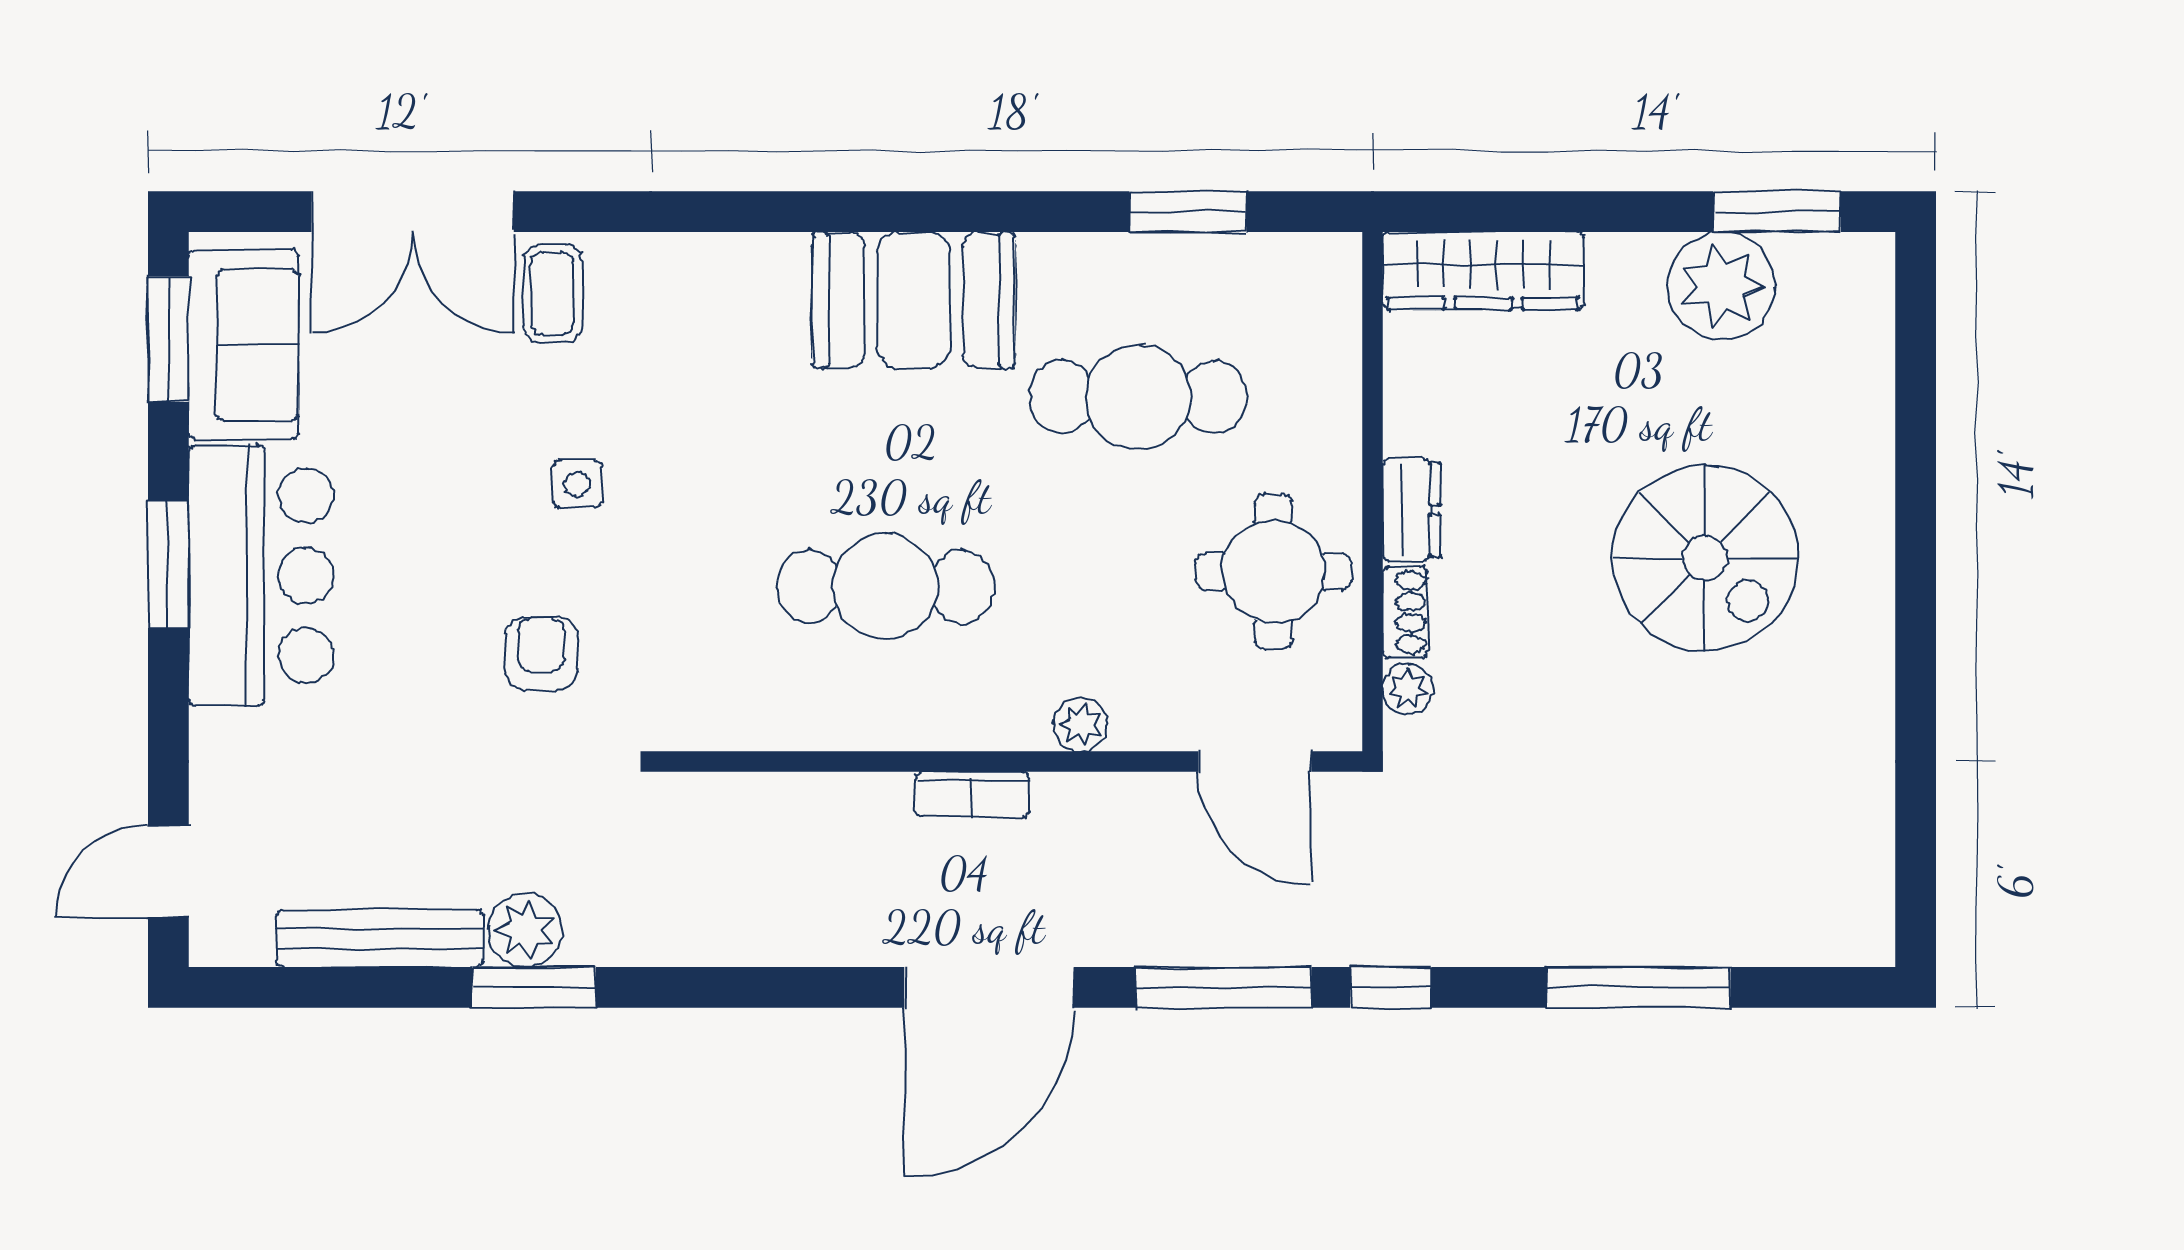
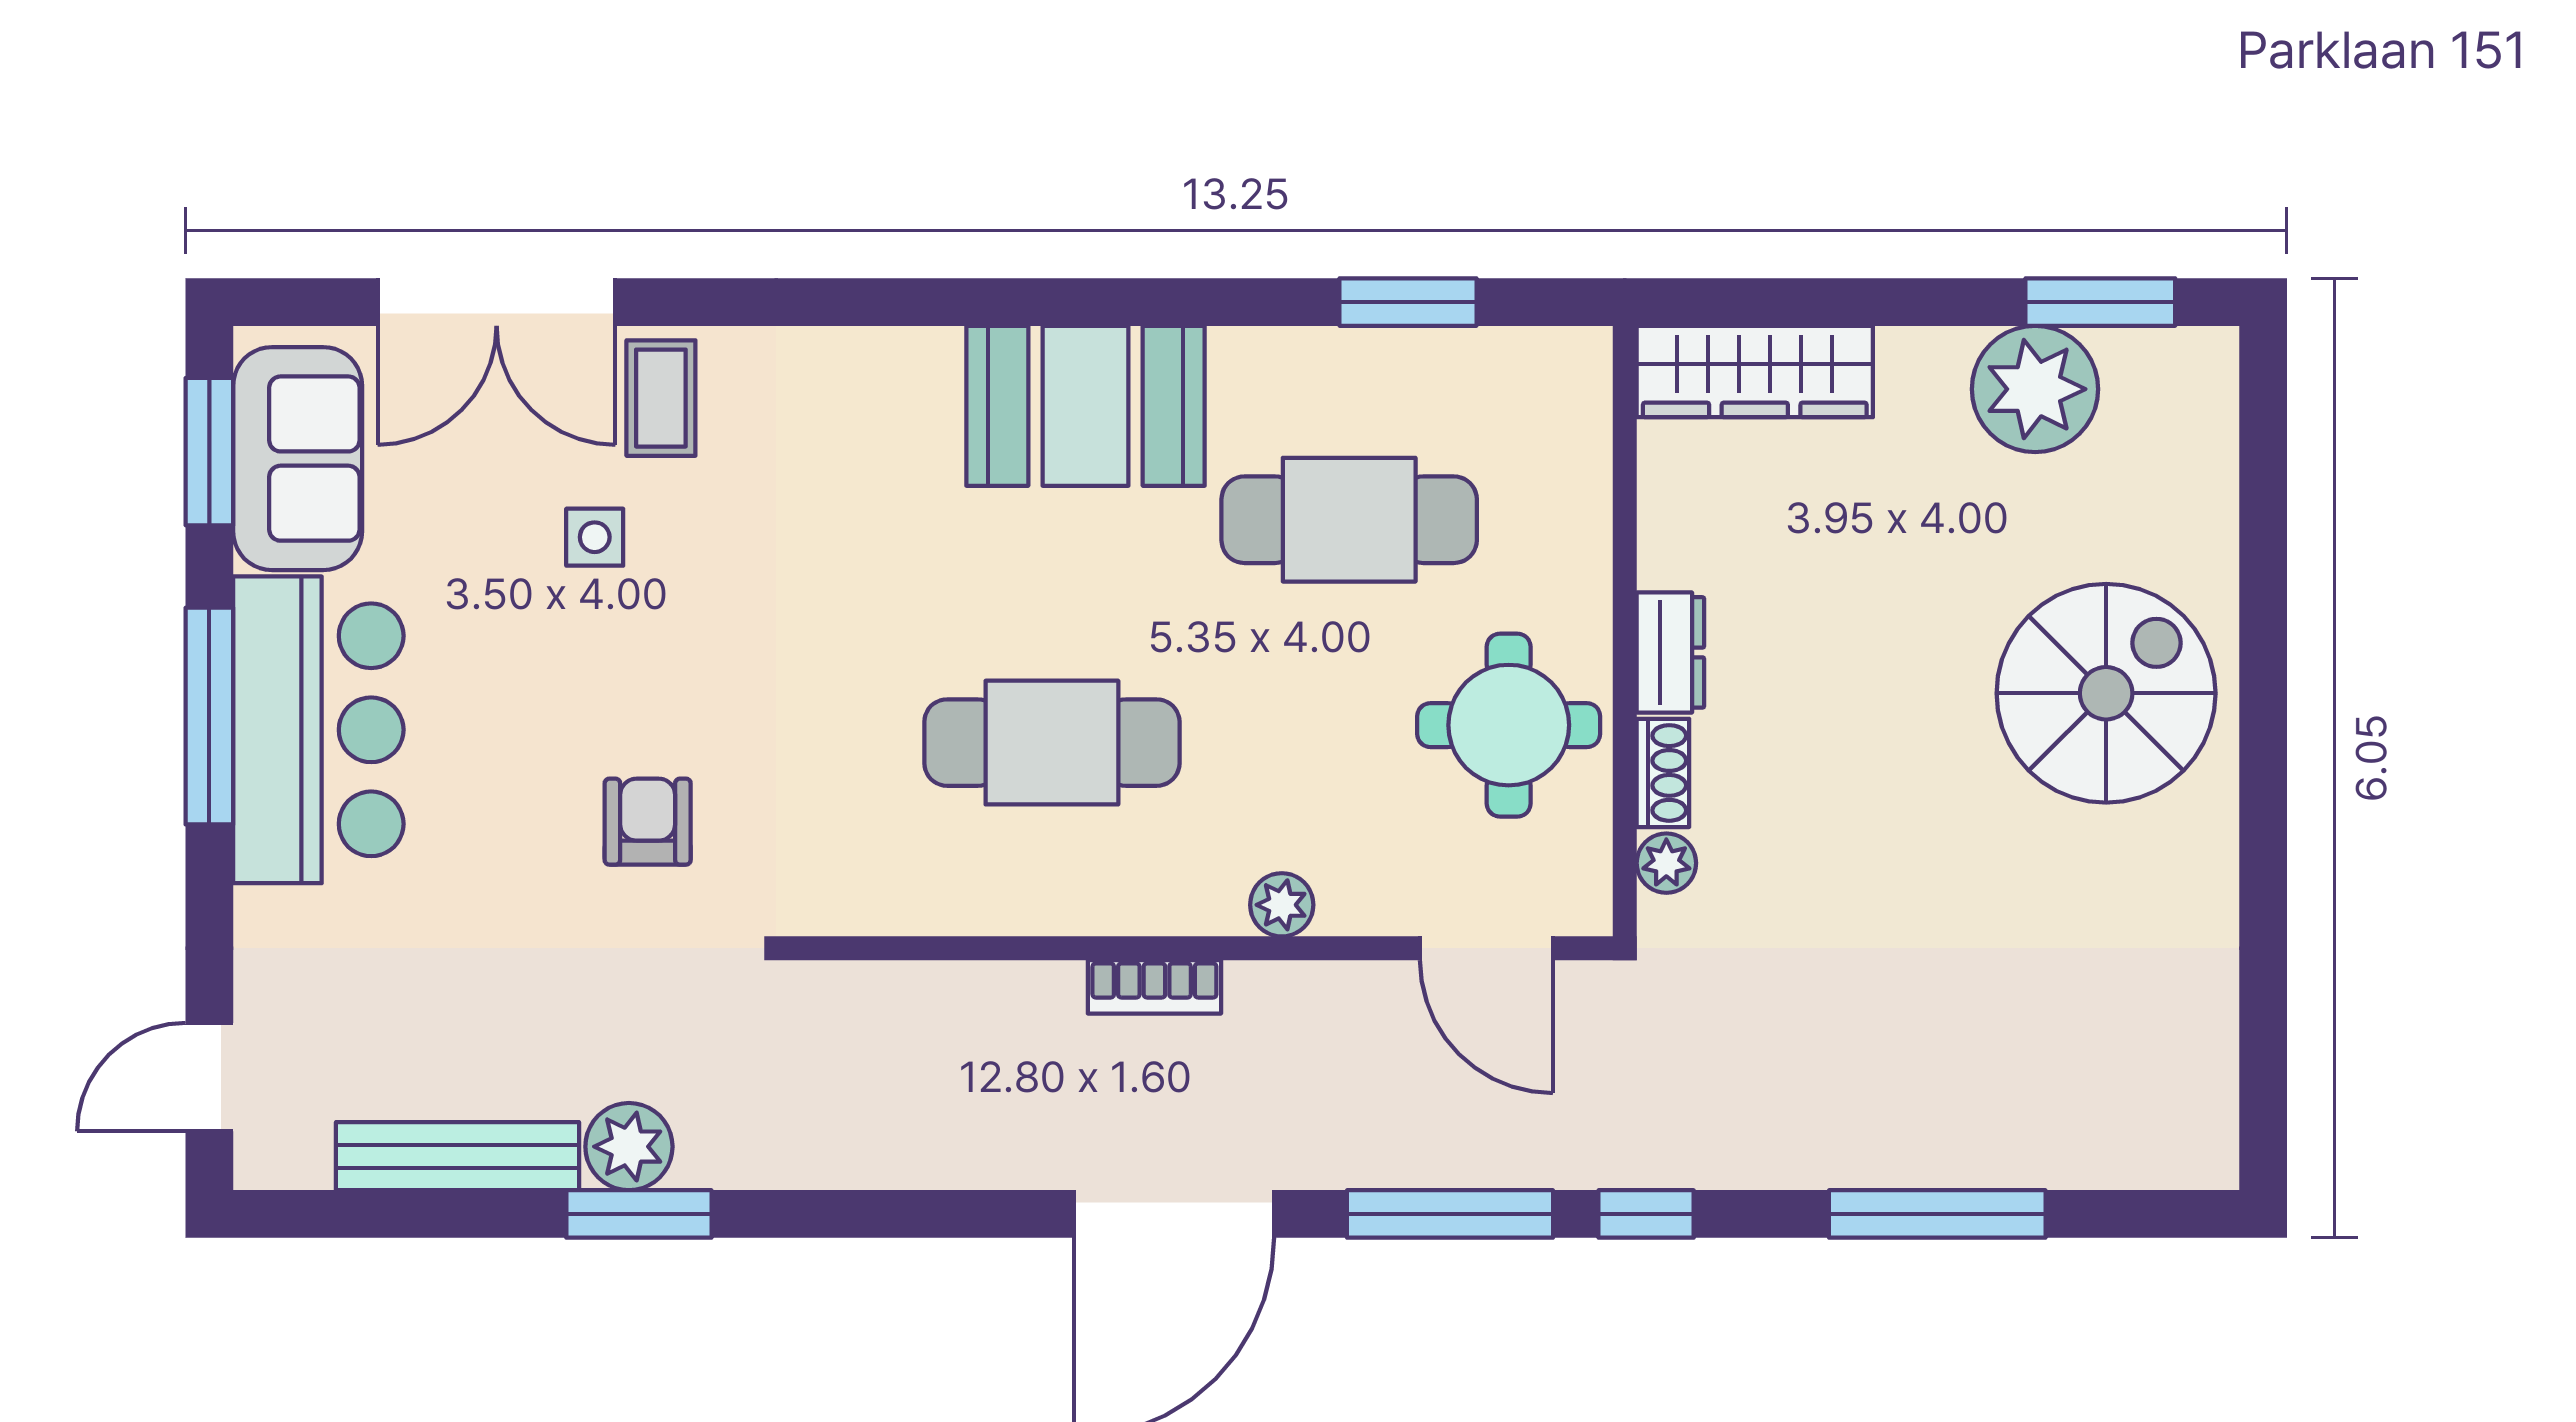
side table: (577, 484) -> (595, 537), moved
spiral stairs: (1705, 558) -> (2106, 693), moved, turned -90
window: (168, 564) -> (209, 716), width x1.44

